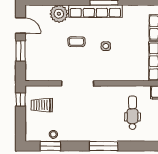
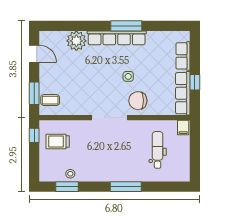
coffee table: (76, 42) -> (50, 100), moved
window: (21, 51) -> (34, 93), moved
chair: (115, 68) -> (138, 101), added
doorway: (78, 83) -> (110, 118), moved

